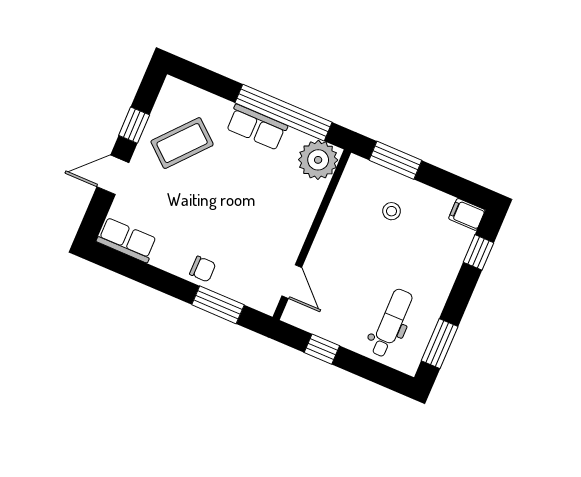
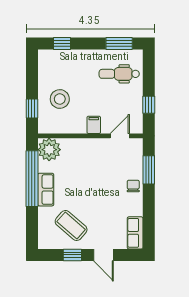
window: (395, 160) -> (32, 108), width x0.67
stool: (392, 211) -> (60, 99), width x1.89, depth x1.89
filing cabinet: (467, 214) -> (94, 125), moved, turned 180

